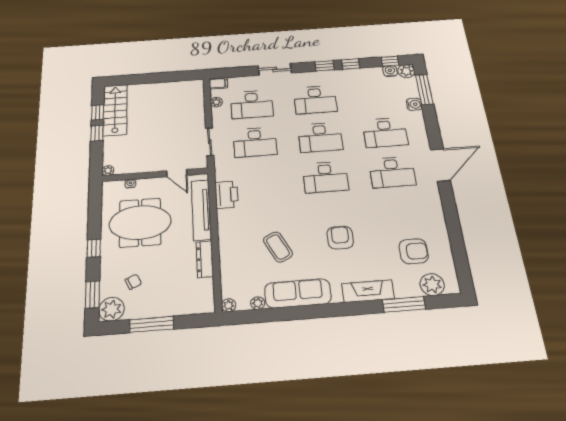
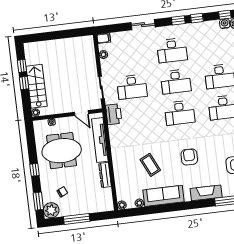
desk: (252, 104) -> (128, 56), removed
stairs: (115, 110) -> (37, 86), moved
printer: (227, 195) -> (114, 114), moved

